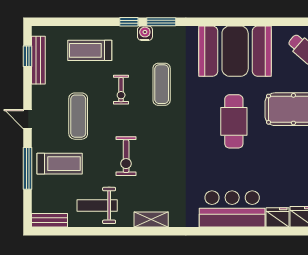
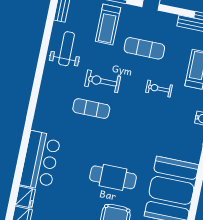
exercise mat: (162, 84) -> (91, 109), moved
shelving: (151, 219) -> (45, 91), removed

